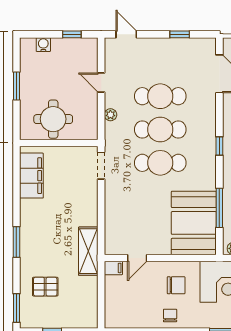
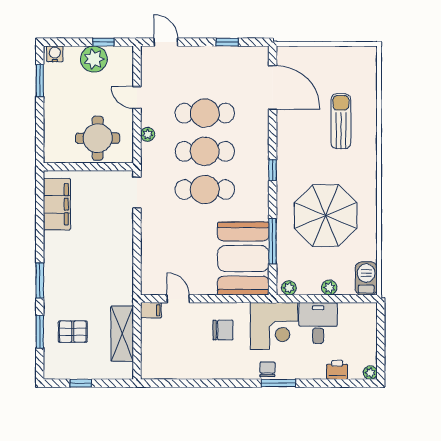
water cooler: (43, 45) -> (55, 54), moved
plant: (64, 49) -> (94, 59), added
window: (16, 86) -> (40, 80), moved
round table: (53, 119) -> (98, 138), moved
shelving: (88, 251) -> (122, 334), moved
door: (137, 258) -> (178, 299), swing flipped
window: (16, 308) -> (40, 332), moved
chair: (170, 316) -> (267, 369), moved

